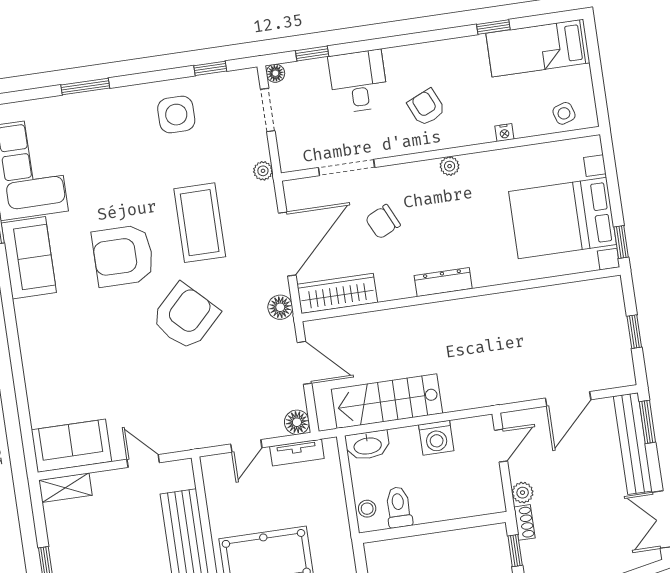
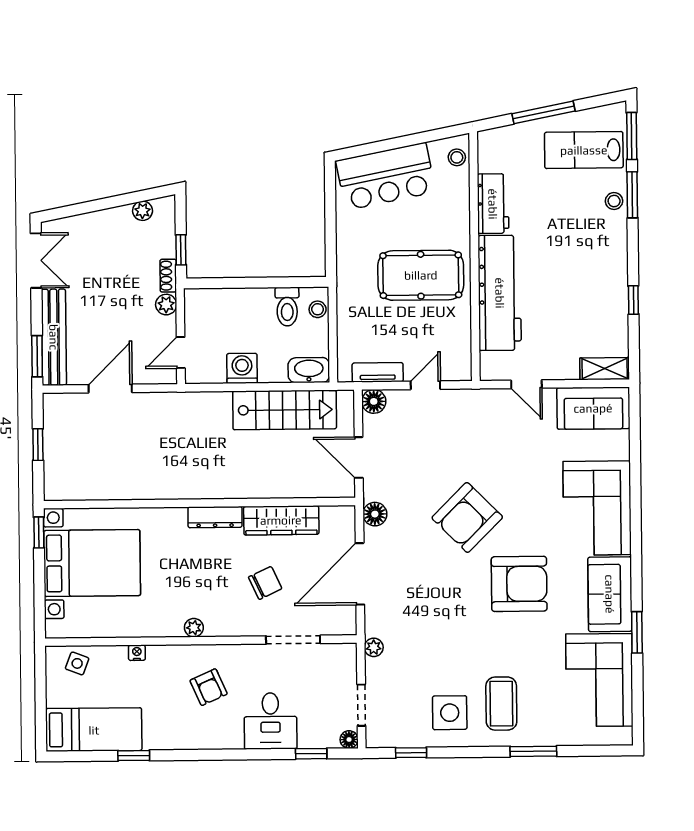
side table: (564, 113) -> (77, 663), turned 38
coffee table: (200, 223) -> (501, 704), moved, width x0.73, depth x0.76
wardrobe: (337, 293) -> (281, 520), moved
corner sofa: (54, 344) -> (597, 508), added

